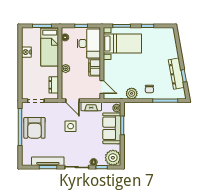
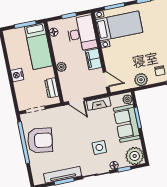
nightstand: (26, 52) -> (17, 75), moved
side table: (71, 126) -> (99, 147), moved
armchair: (34, 128) -> (40, 140), turned -82

